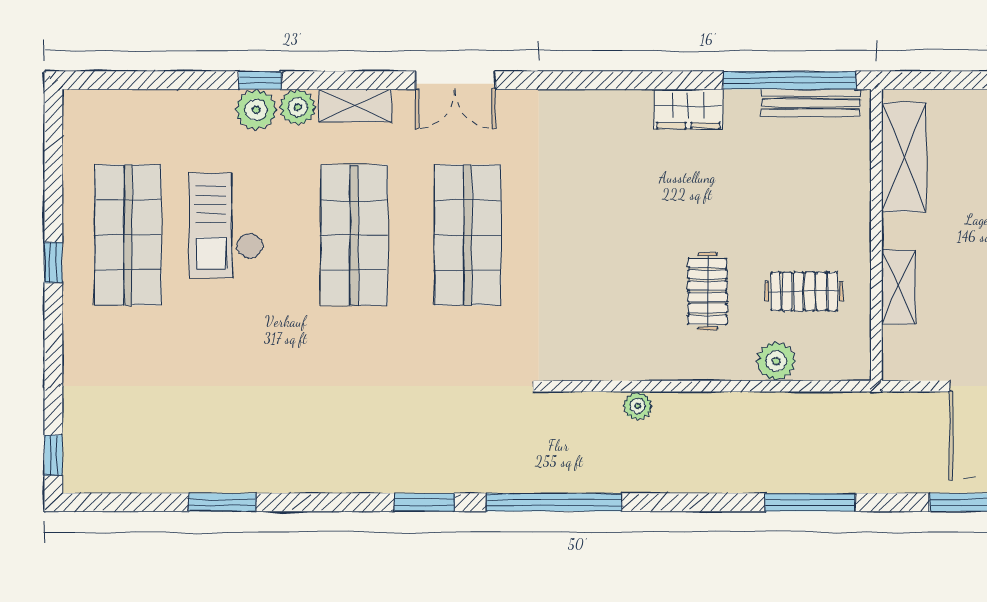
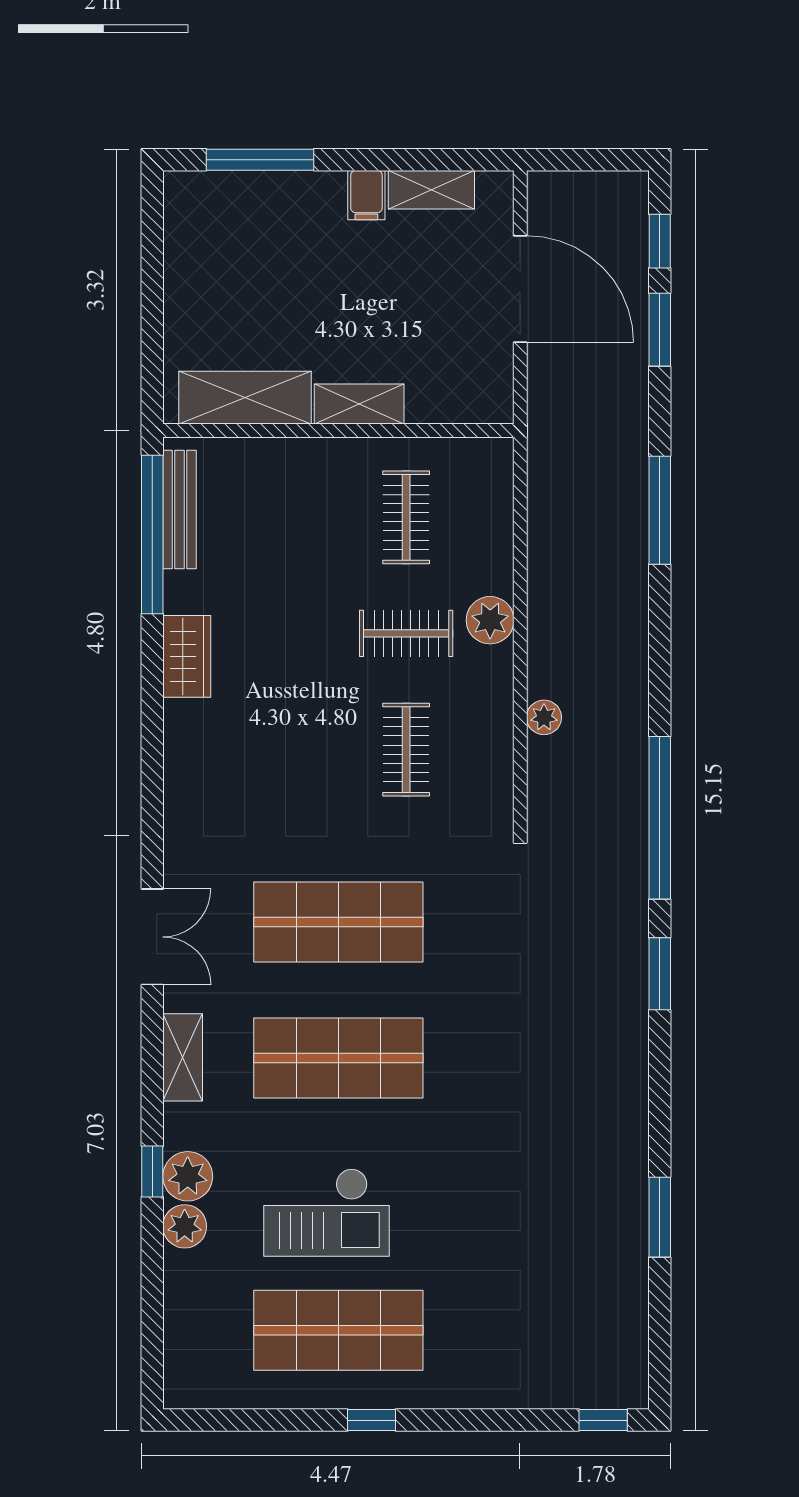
plant: (298, 107) -> (185, 1226), moved
shelving: (898, 287) -> (359, 404), moved
clothes rail: (611, 291) -> (406, 750), added
plant: (776, 361) -> (490, 620), moved

